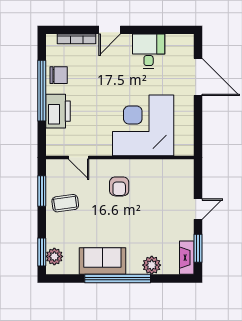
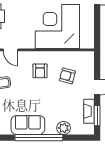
armchair: (157, 193) -> (67, 76), added
fireplace: (187, 258) -> (89, 111), moved

